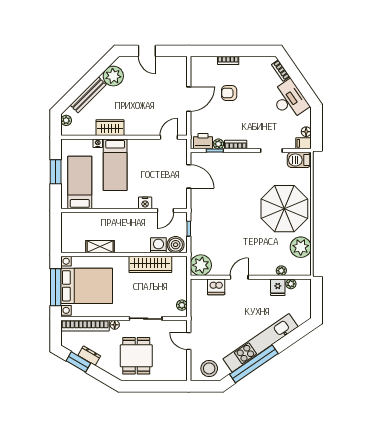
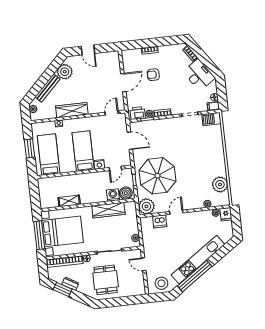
wardrobe: (110, 128) -> (72, 110), width x1.50
bed: (115, 165) -> (83, 151), moved, turned 180
parasol: (284, 209) -> (157, 176), moved
fridge: (278, 287) -> (226, 214), moved

